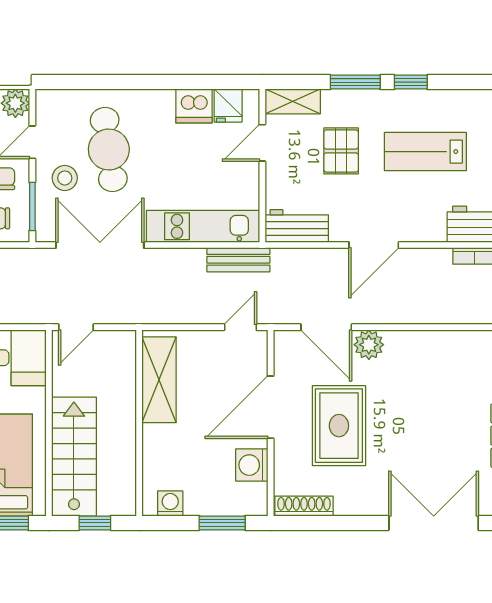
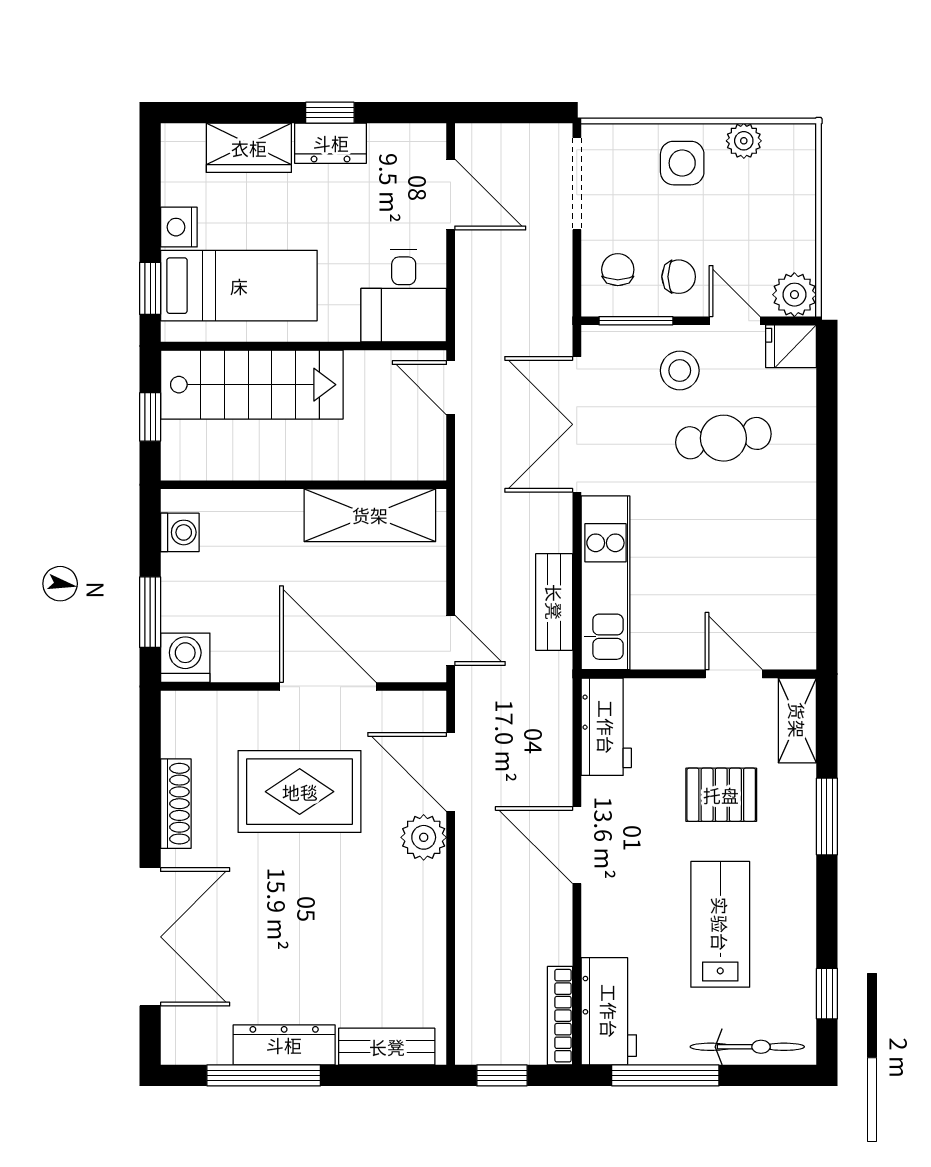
window: (411, 82) -> (827, 994), moved
fridge: (228, 105) -> (791, 346), moved
dishwasher: (194, 106) -> (790, 569), removed
cafe table: (109, 150) -> (723, 438), width x0.73, depth x0.74
double door: (100, 245) -> (577, 424), swing flipped
bench: (238, 260) -> (554, 602), moved
door: (326, 327) -> (451, 772), hinge flipped
washing machine: (252, 465) -> (185, 658), moved
shoe rack: (304, 506) -> (176, 804), moved

